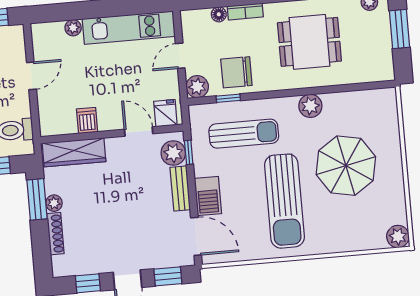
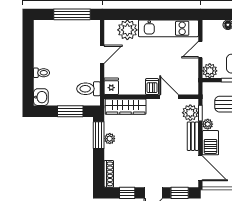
plant: (73, 28) -> (127, 30), width x1.88, depth x1.88
fridge: (165, 113) -> (111, 86), moved
dishwasher: (87, 120) -> (152, 87), moved
plant: (201, 168) -> (208, 124), added
shoe rack: (55, 234) -> (109, 174), moved

